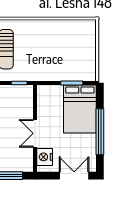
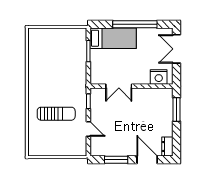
bed: (80, 109) -> (113, 38), width x0.67
double door: (35, 133) -> (119, 86), moved

